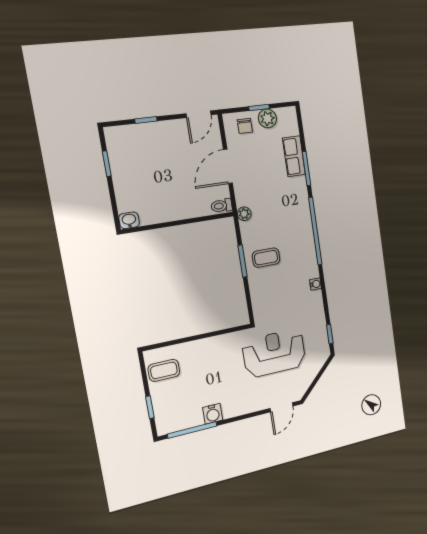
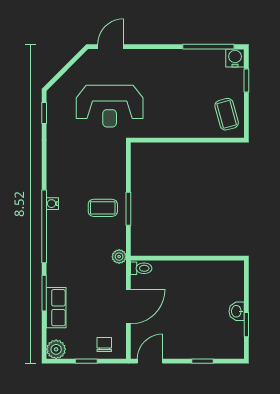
plant: (267, 118) -> (56, 349), moved
washbasin: (129, 220) -> (237, 311), moved, turned 90
water cooler: (316, 284) -> (52, 204), moved
coffee table: (164, 370) -> (227, 114), turned 75
water cooler: (213, 414) -> (235, 58), moved

